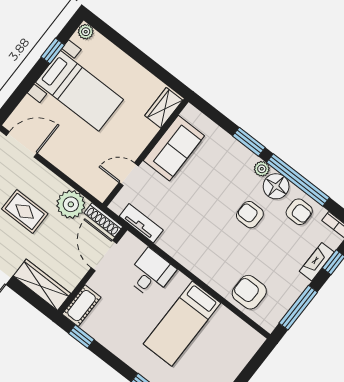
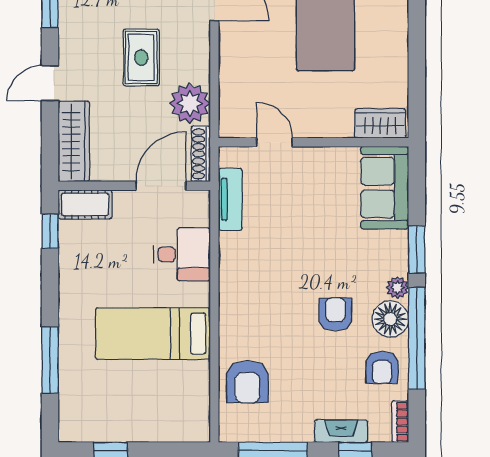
sofa: (174, 148) -> (385, 188), moved, turned 90
armchair: (249, 292) -> (247, 382), turned 180

